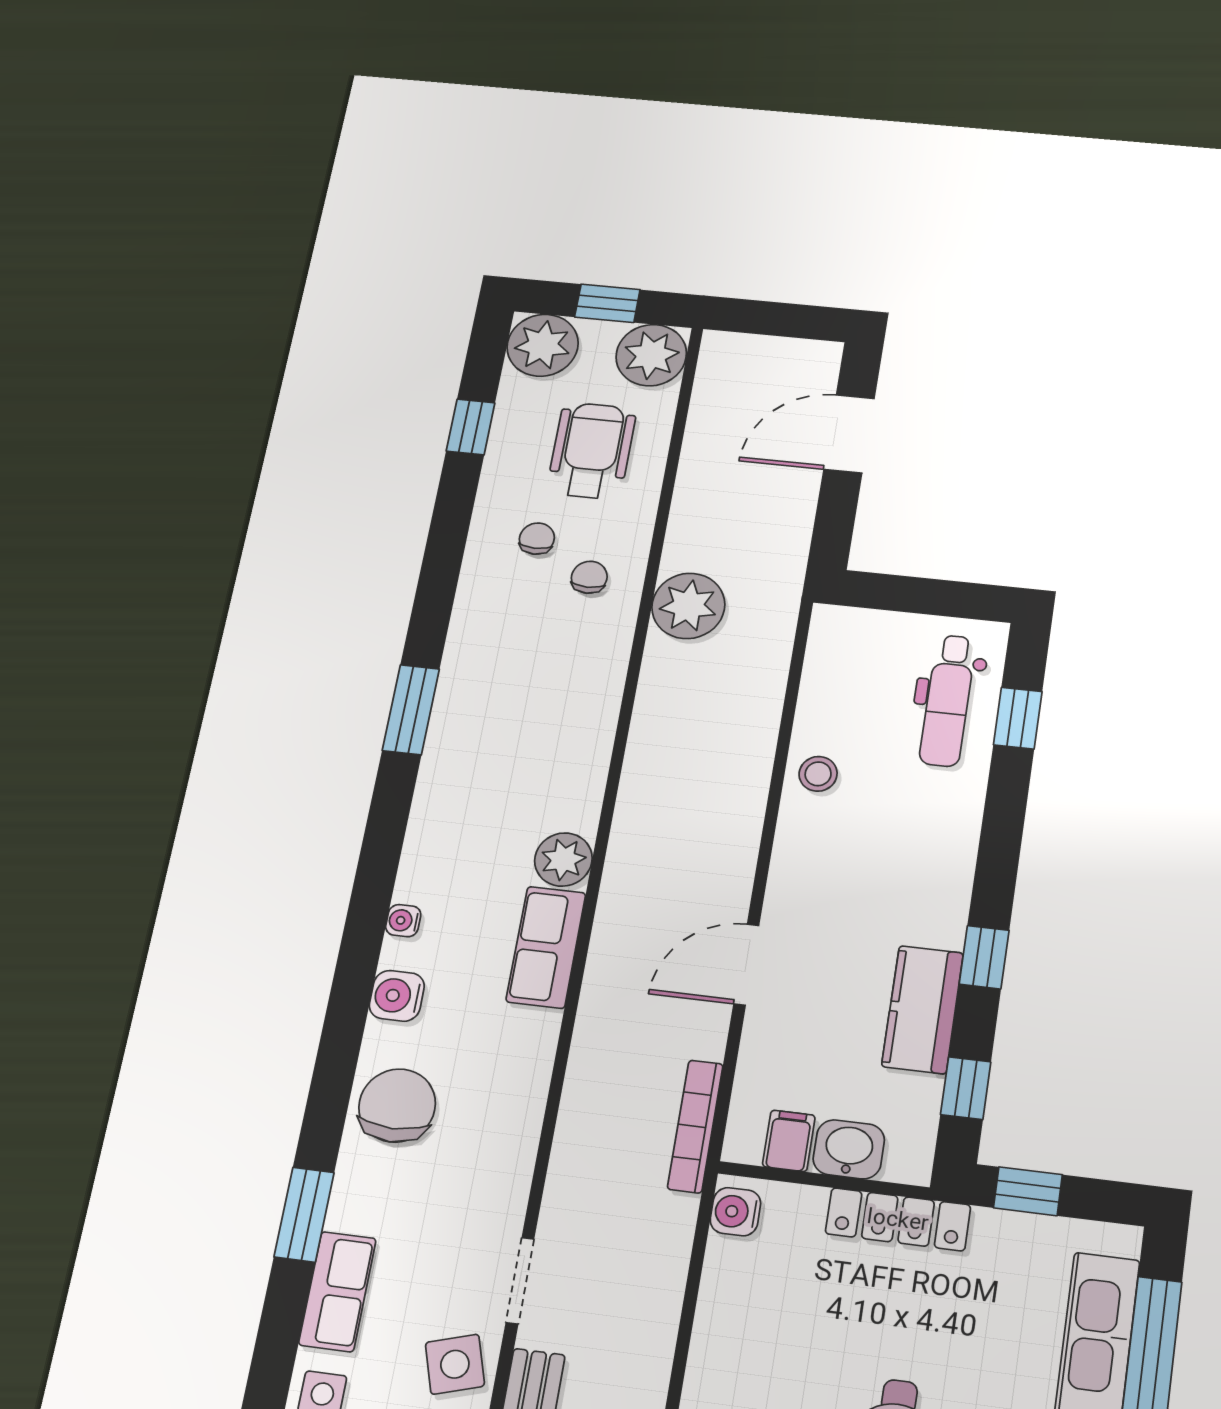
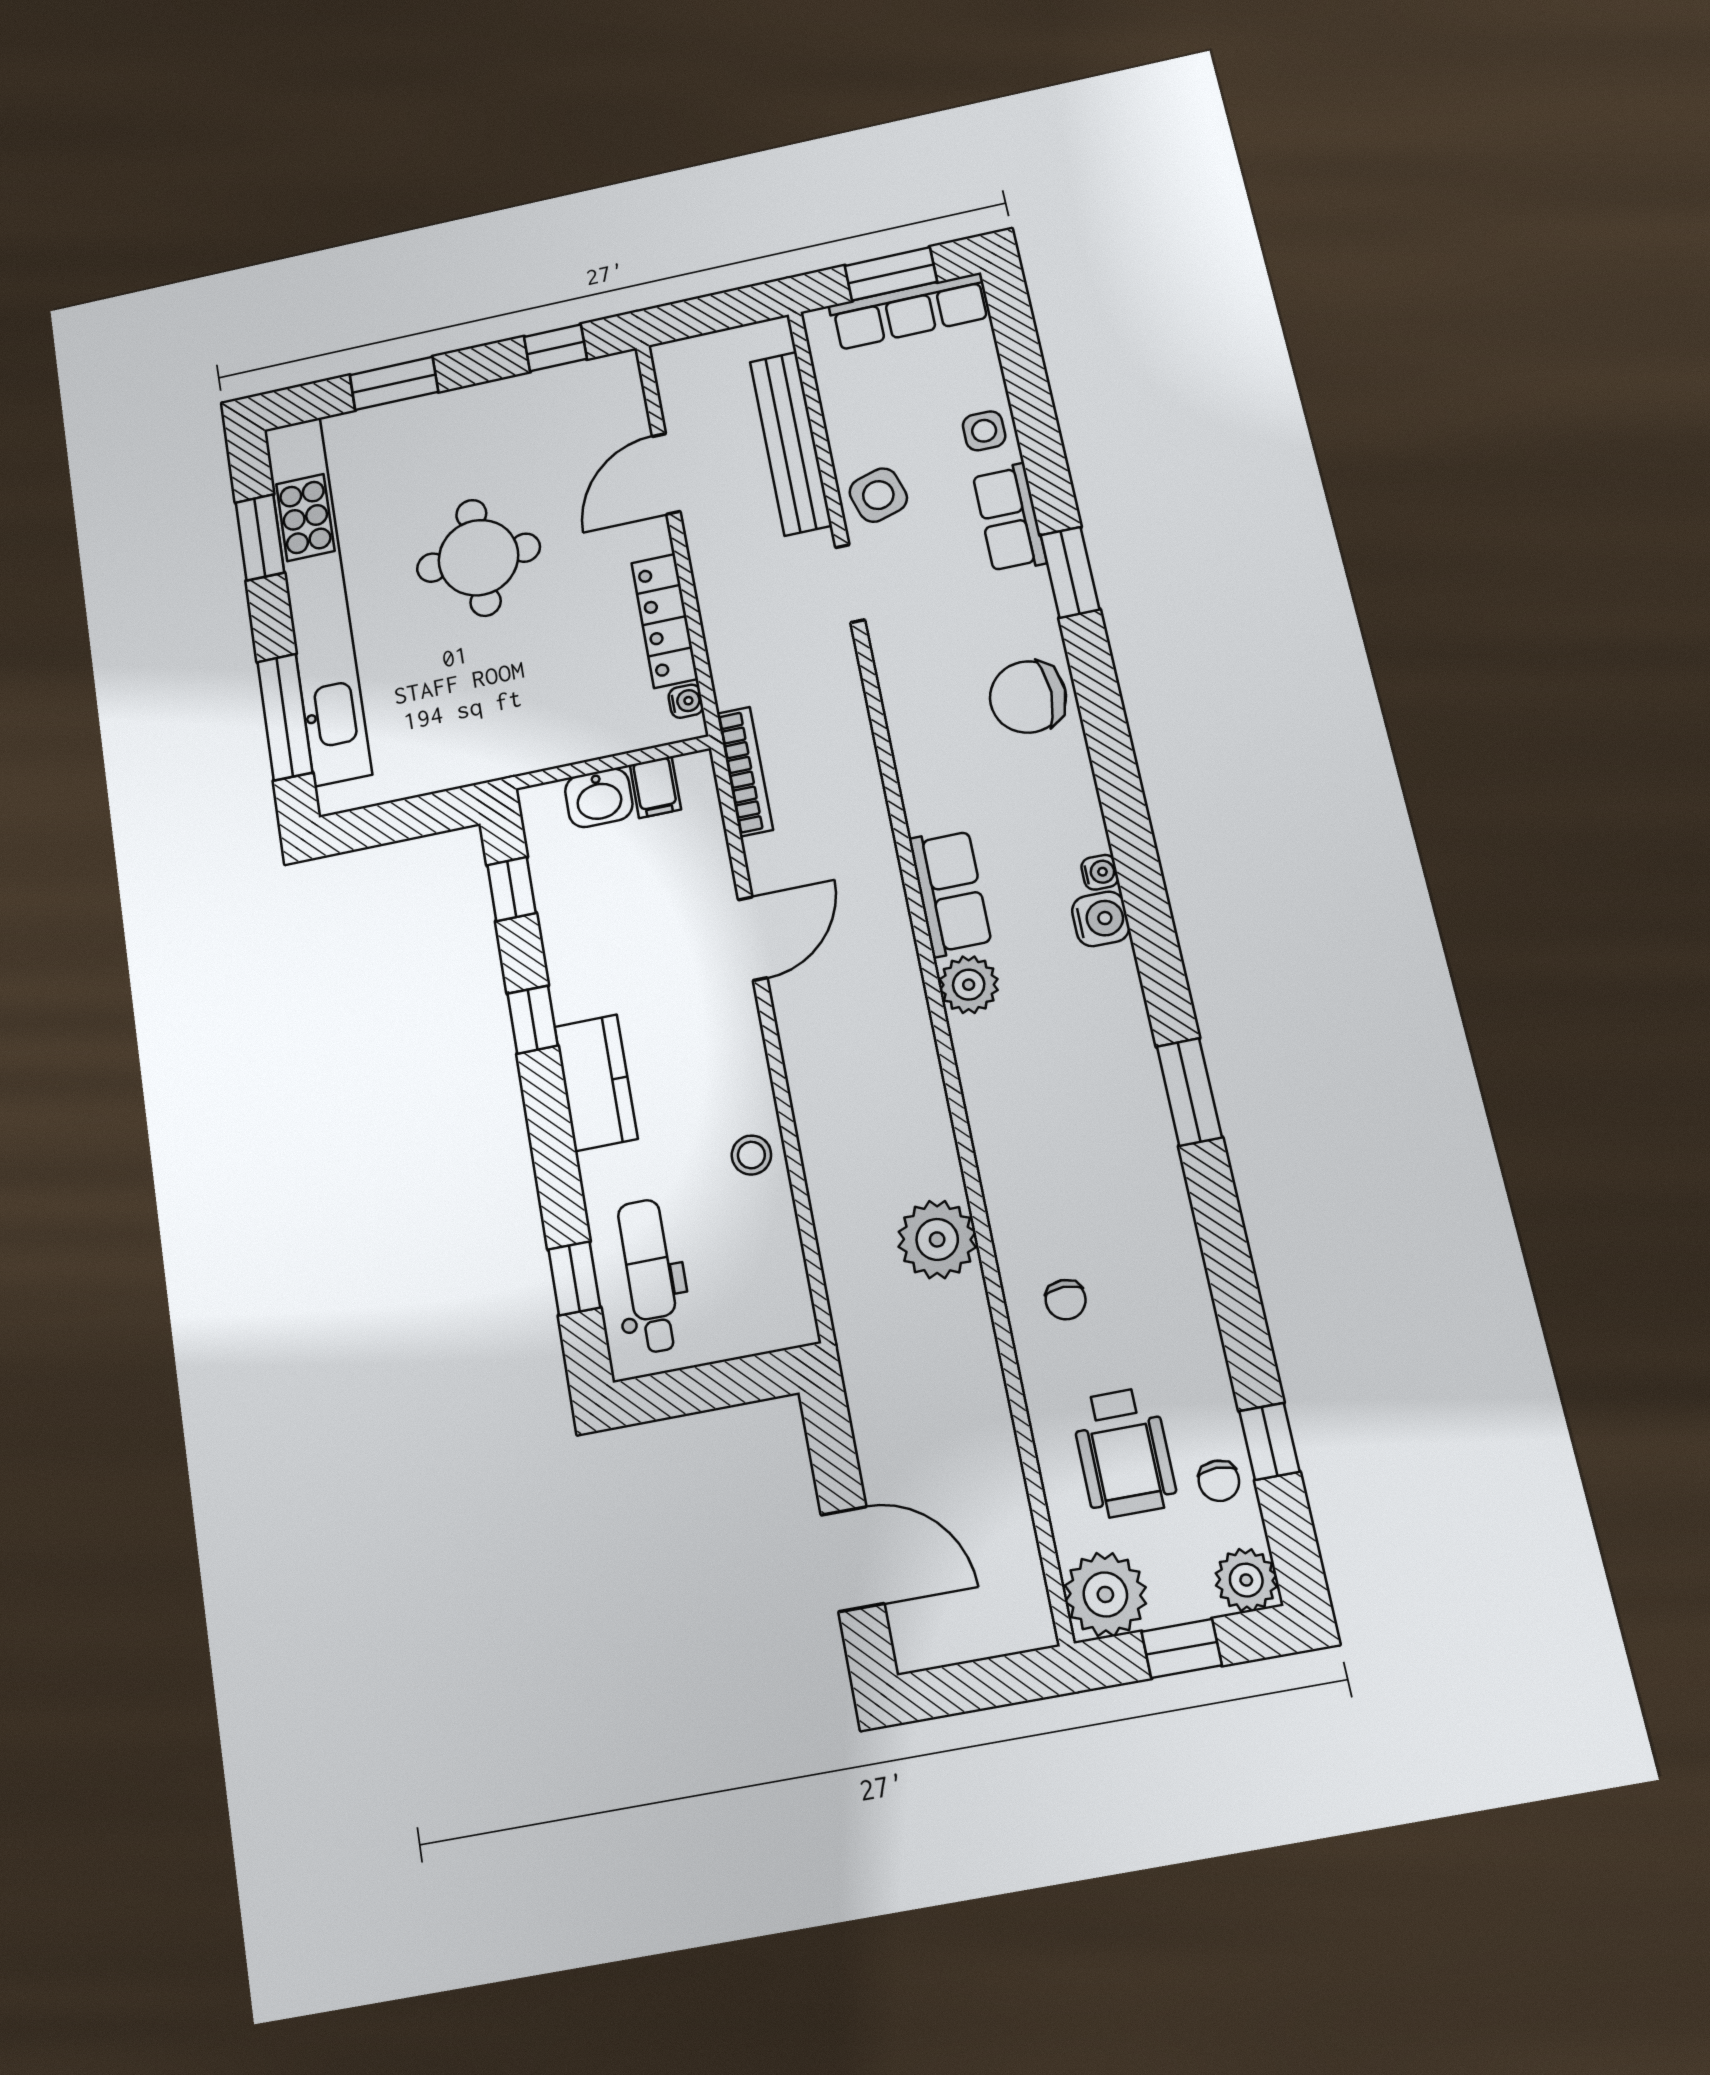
plant: (543, 345) -> (1246, 1580), width x0.73, depth x0.73
door: (849, 434) -> (852, 1559), hinge flipped
chair: (537, 539) -> (1219, 1481), moved
plant: (688, 606) -> (937, 1239), moved
water cooler: (397, 996) -> (1101, 919), moved
kitchen counter: (923, 1010) -> (596, 1083), moved
chair: (397, 1106) -> (1028, 697), turned 90
window: (1028, 1191) -> (428, 814), removed
water cooler: (735, 1212) -> (686, 701), width x0.72, depth x0.72
locker: (898, 1219) -> (665, 621), moved, turned -90

